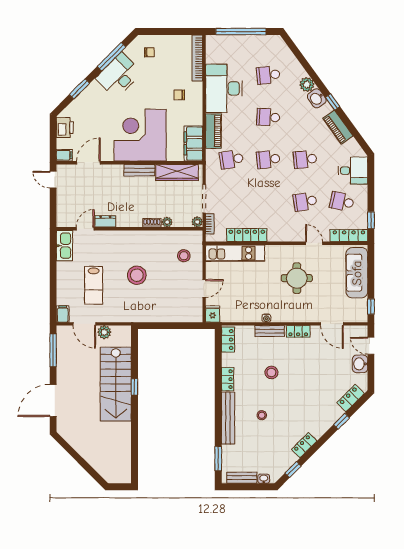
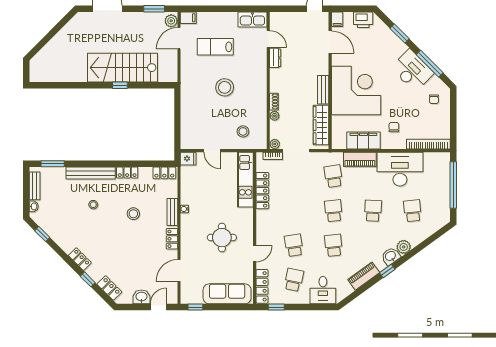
filing cabinet: (193, 143) -> (363, 140), moved
plant: (104, 332) -> (171, 21), moved
window: (53, 350) -> (154, 9), width x0.69
locker: (304, 445) -> (80, 259), moved

